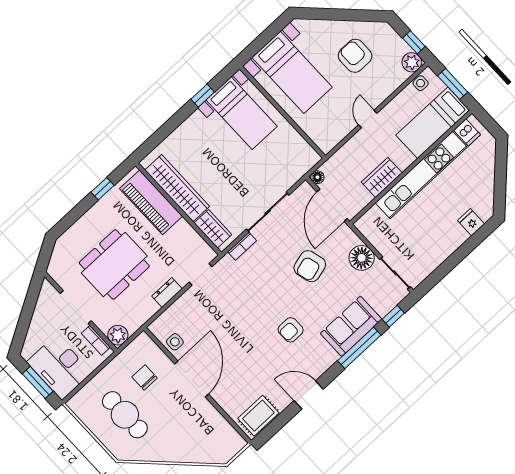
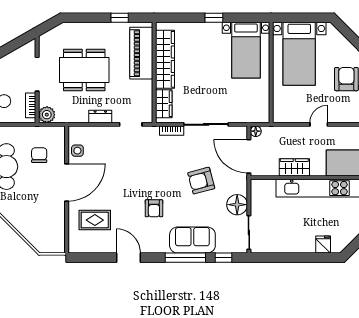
window: (203, 96) -> (214, 18), moved
door: (332, 205) -> (249, 156), hinge flipped
armchair: (291, 330) -> (154, 208), turned -90
rug: (258, 416) -> (95, 220), moved

